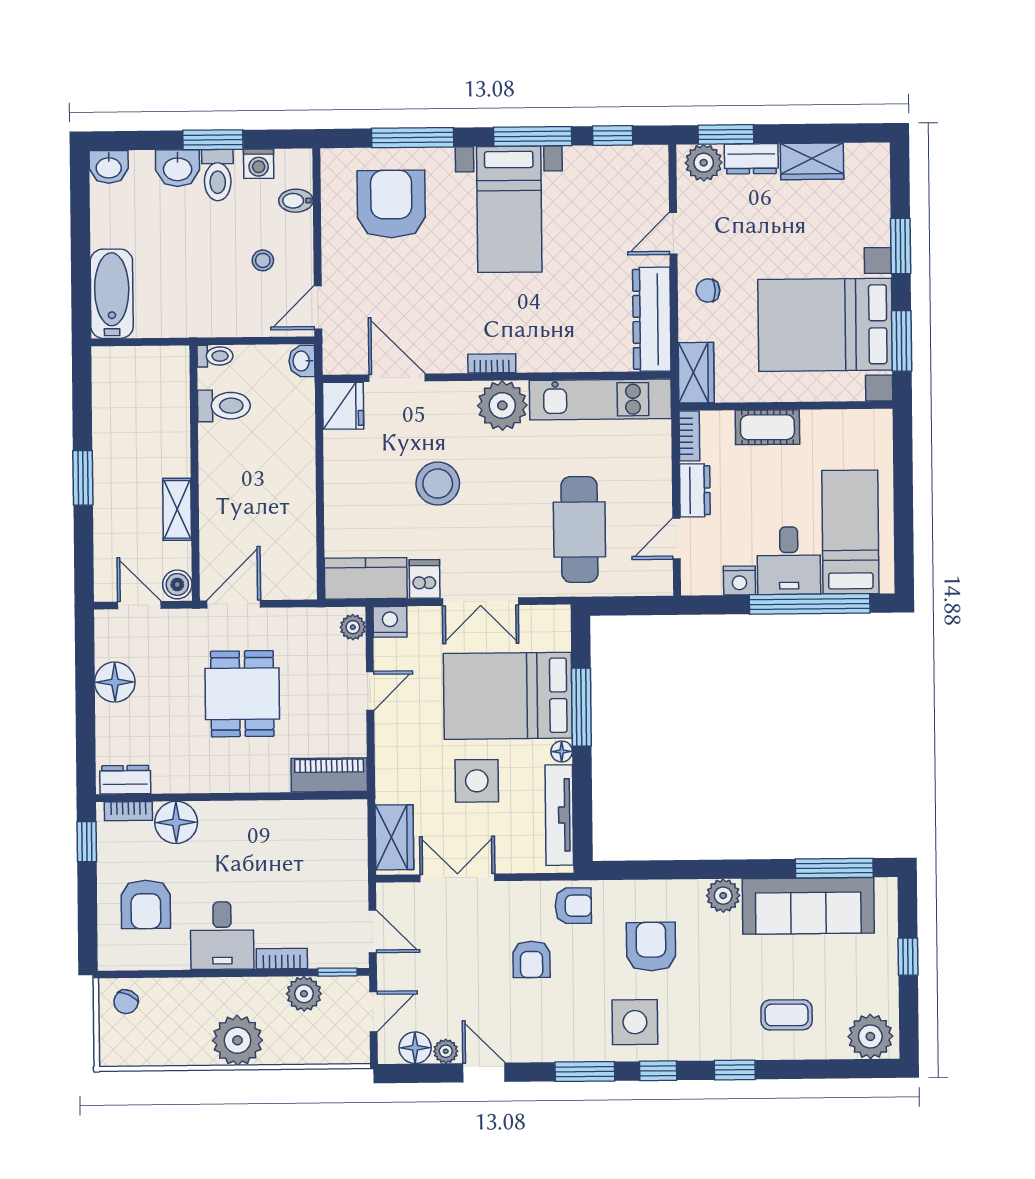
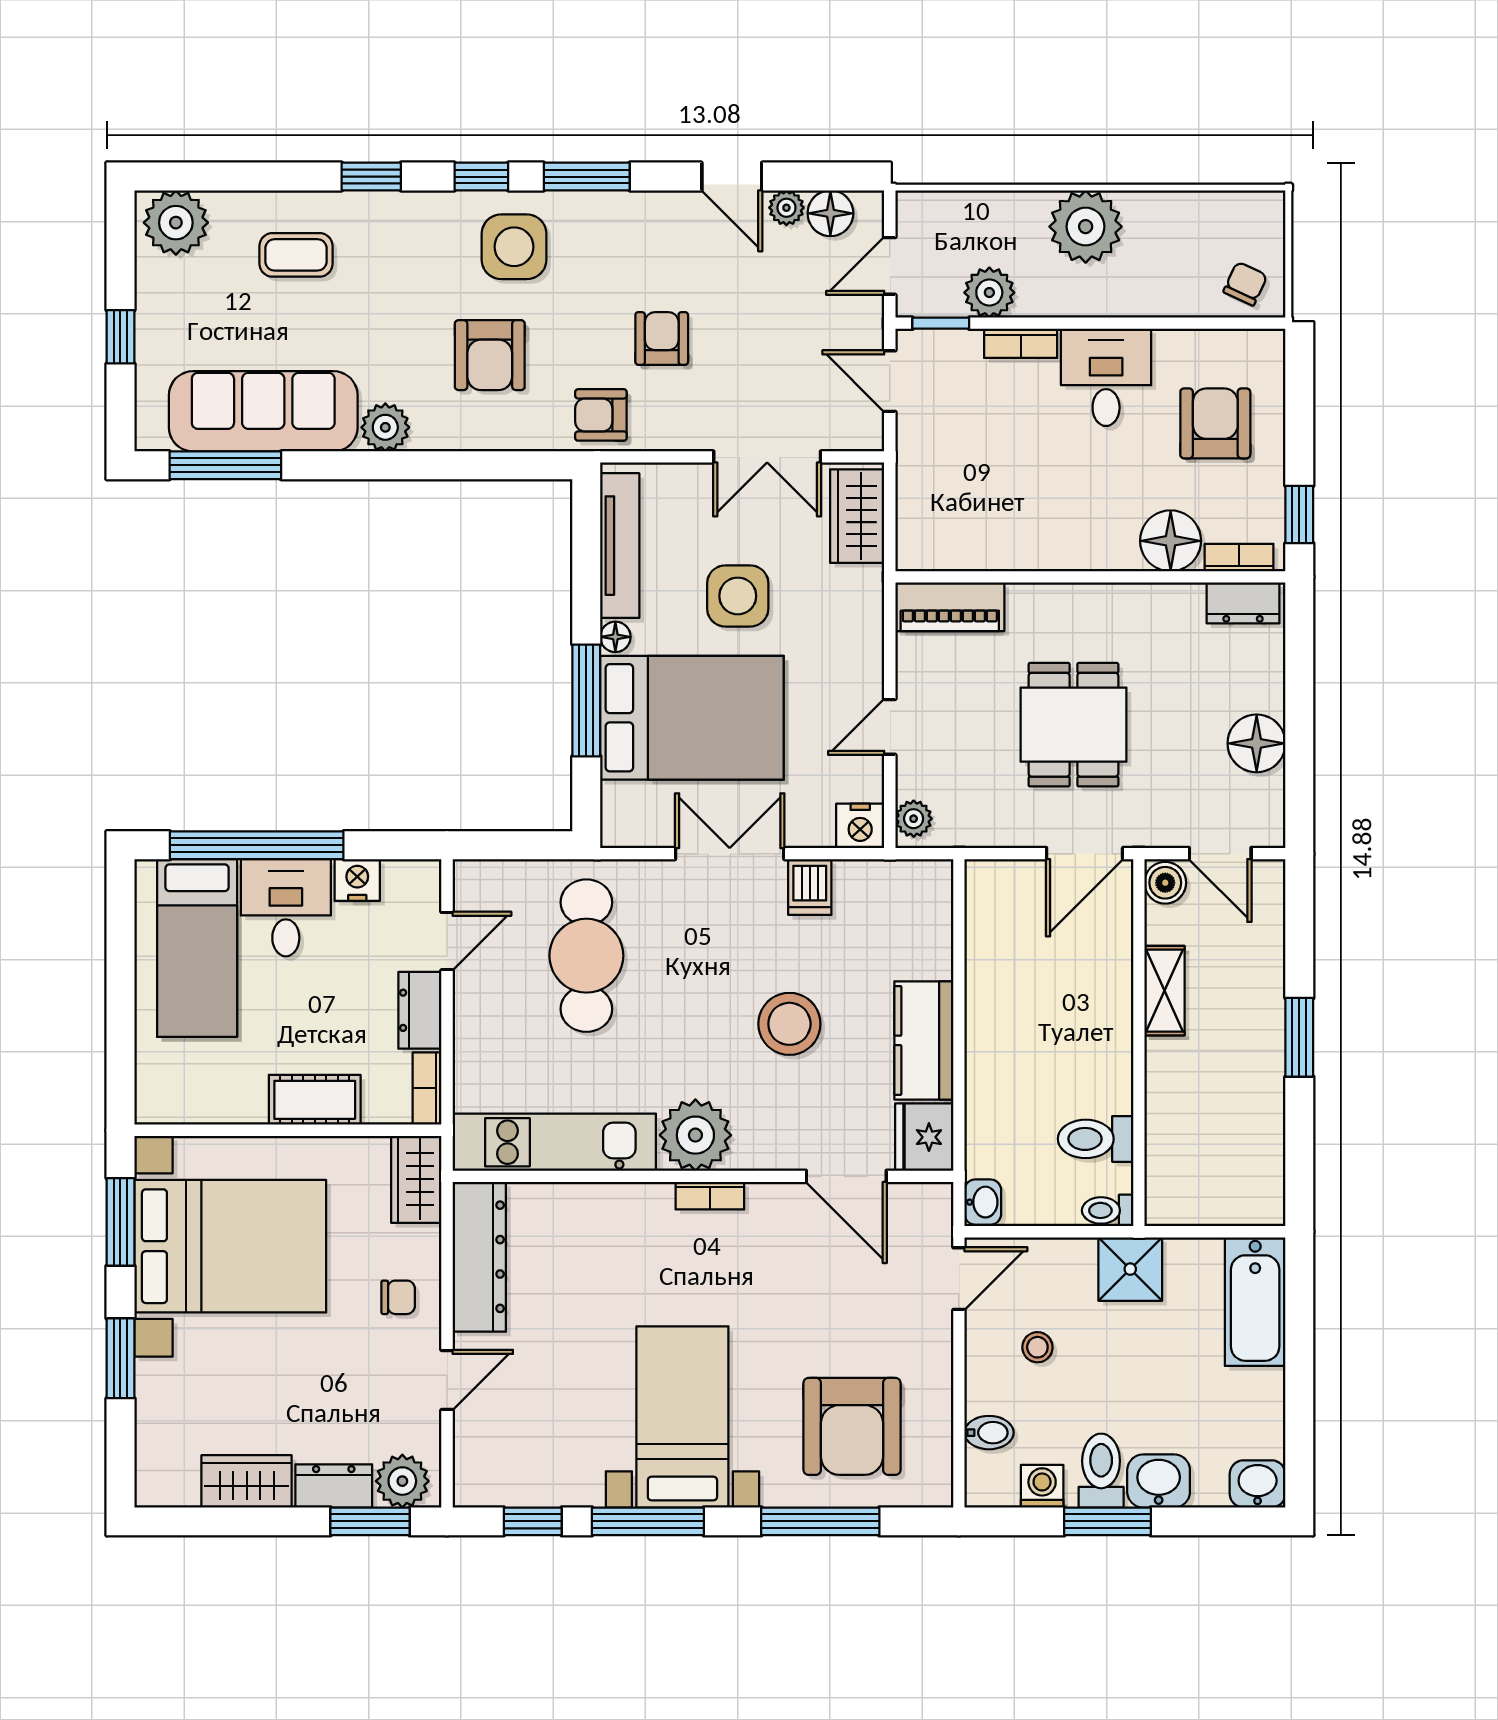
shower: (199, 315) -> (1130, 1269), added
kitchen counter: (366, 578) -> (924, 1040), moved, turned 90

